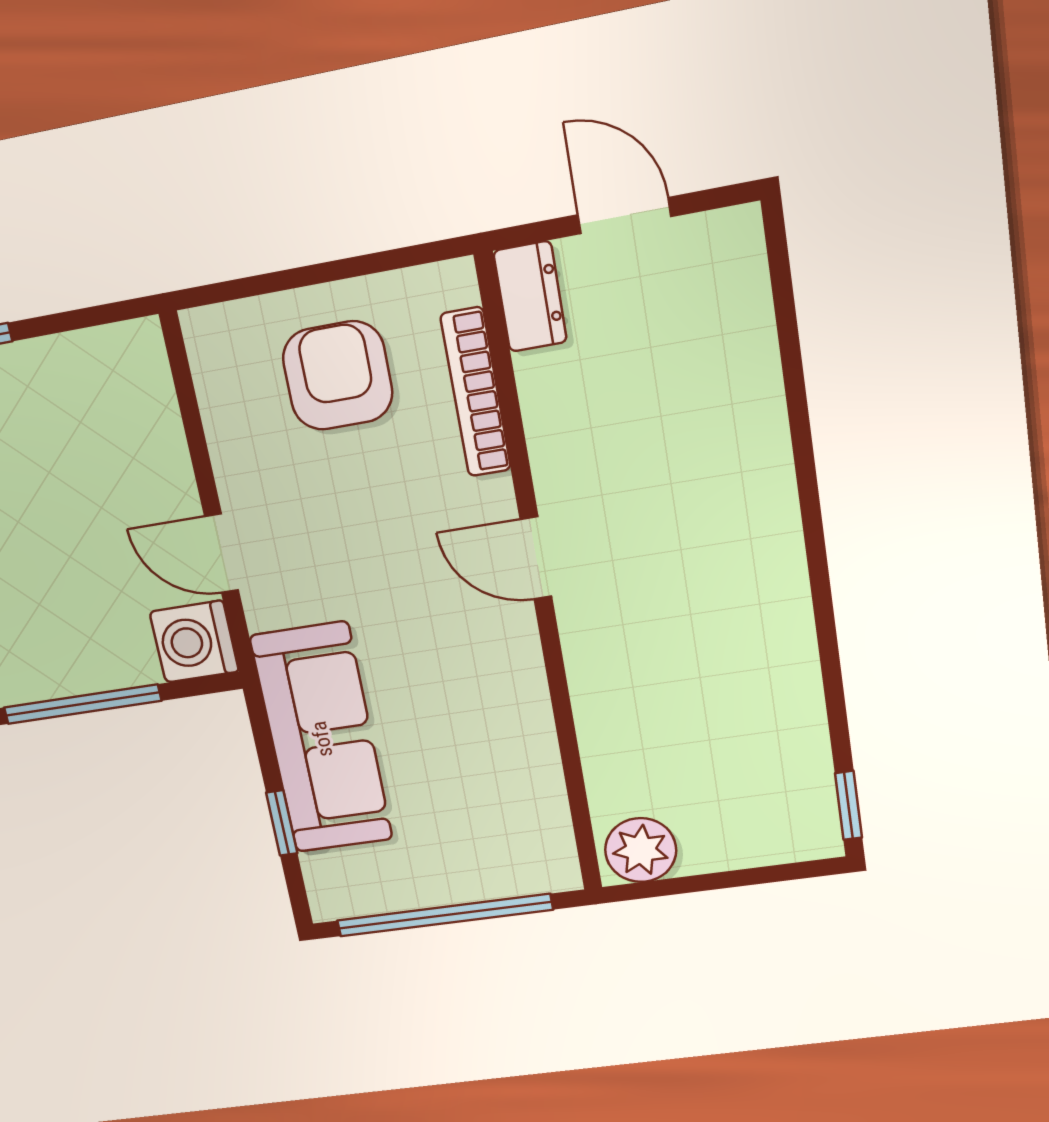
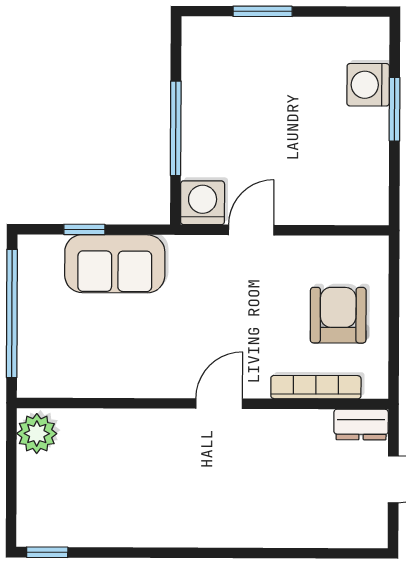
armchair: (338, 376) -> (338, 315), turned -90
sofa: (322, 739) -> (115, 264), width x0.73

